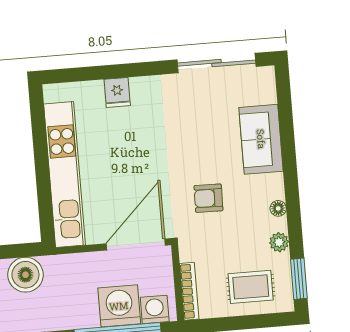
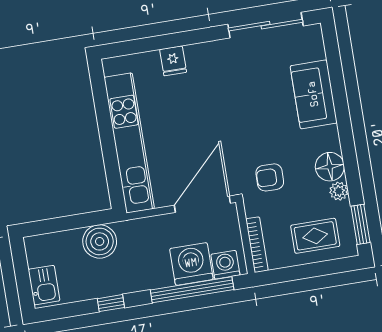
armchair: (208, 198) -> (270, 177), moved
floor lamp: (278, 208) -> (330, 167), width x1.89, depth x1.89

